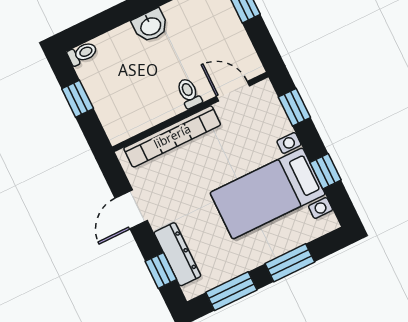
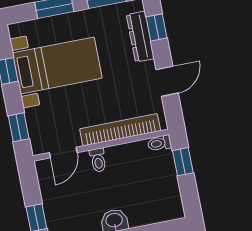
toilet: (82, 53) -> (159, 143), moved
door: (233, 91) -> (63, 153), hinge flipped
window: (78, 99) -> (183, 162), moved

